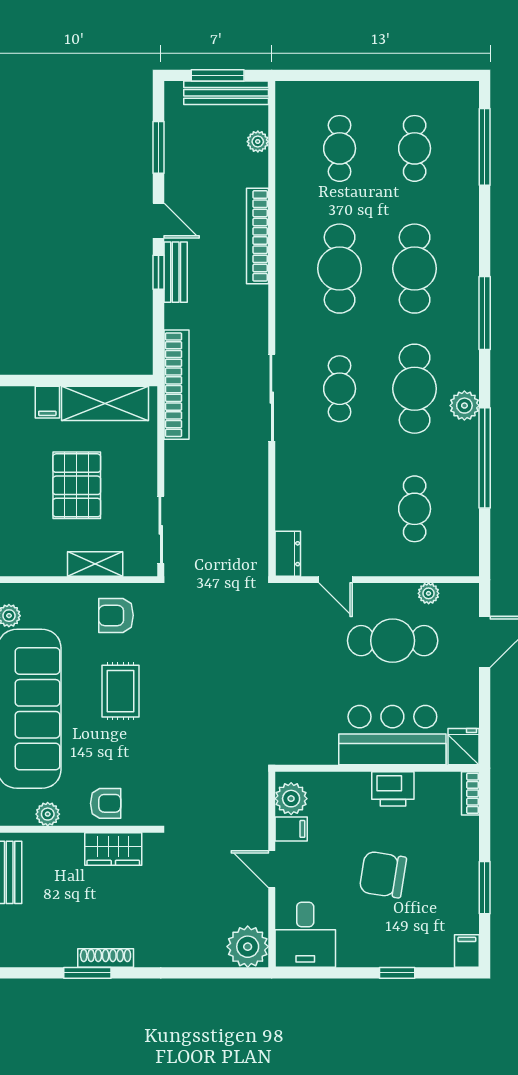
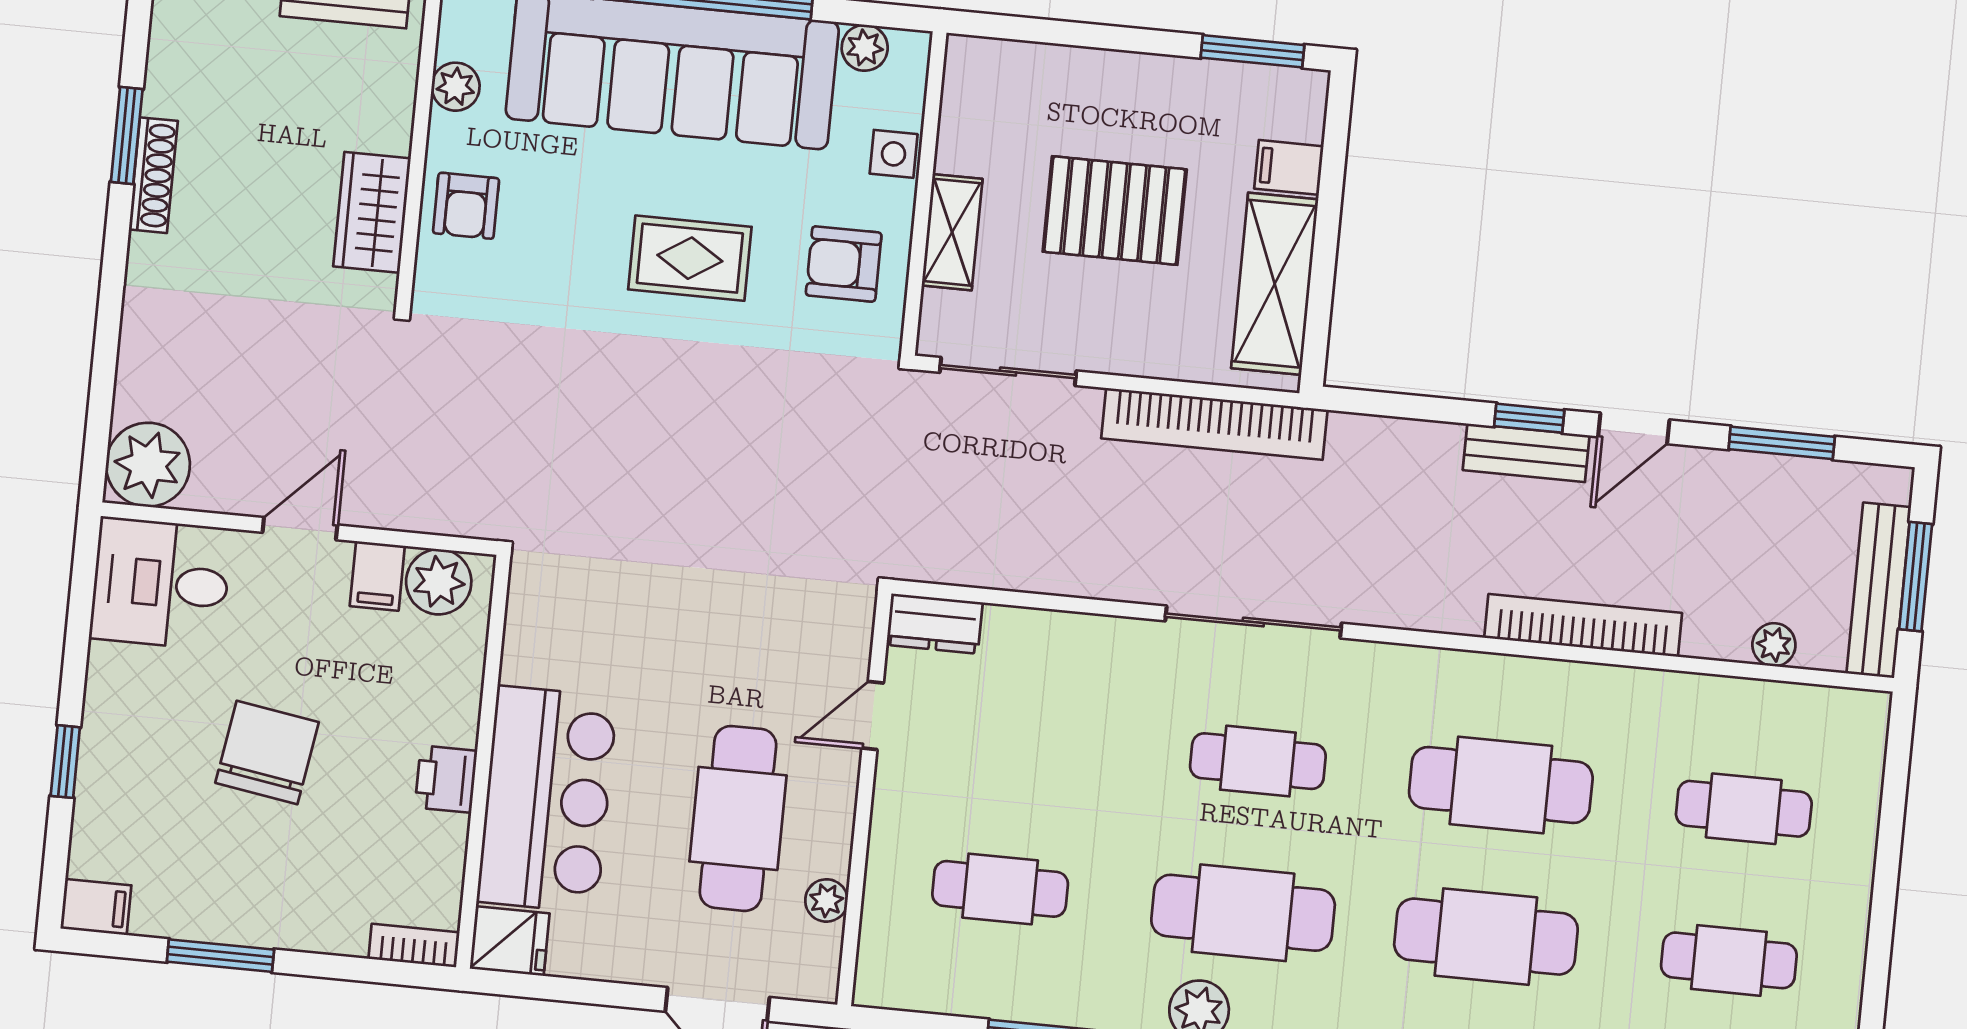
bookcase: (177, 385) -> (1214, 424), moved
side table: (60, 596) -> (894, 154), added
armchair: (116, 615) -> (844, 264), turned -90
printer: (393, 789) -> (446, 779), width x0.73, depth x0.81

